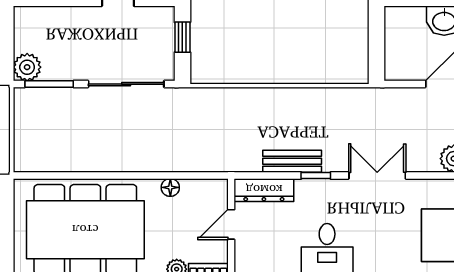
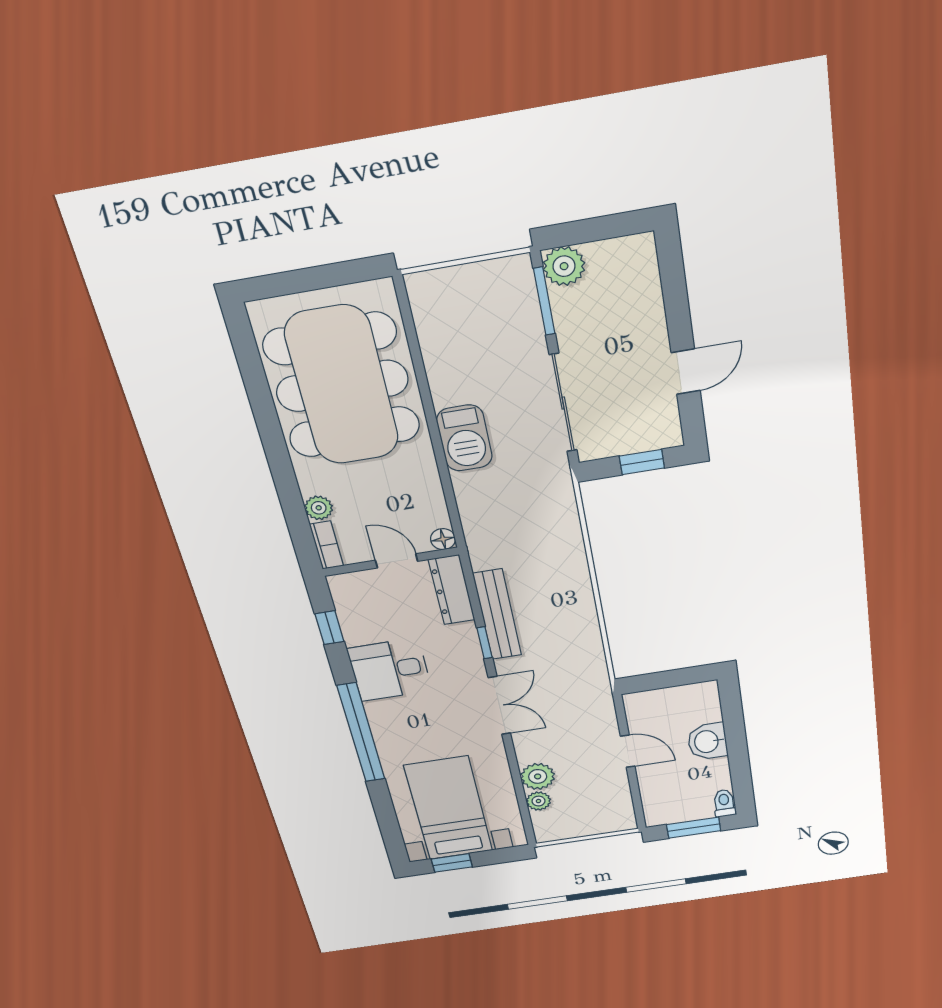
barbecue: (140, 156) -> (464, 438), added
bench: (292, 161) -> (497, 615), width x1.36
floor lamp: (170, 187) -> (443, 539), moved

